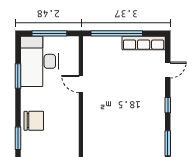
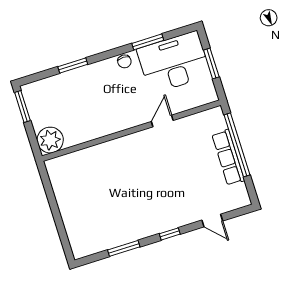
window: (49, 33) -> (211, 63), width x0.69
row of seats: (144, 43) -> (228, 157), moved
chair: (34, 121) -> (124, 61), moved, width x0.54, depth x0.54

